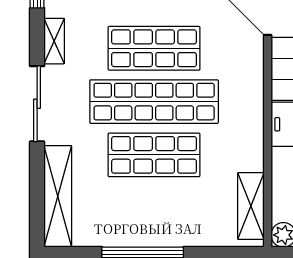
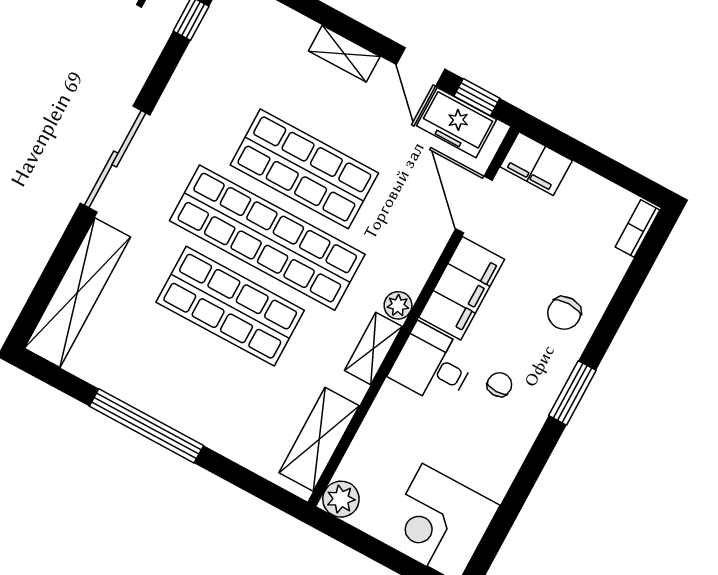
shelving: (54, 41) -> (373, 349), moved
plant: (255, 100) -> (398, 305), added

